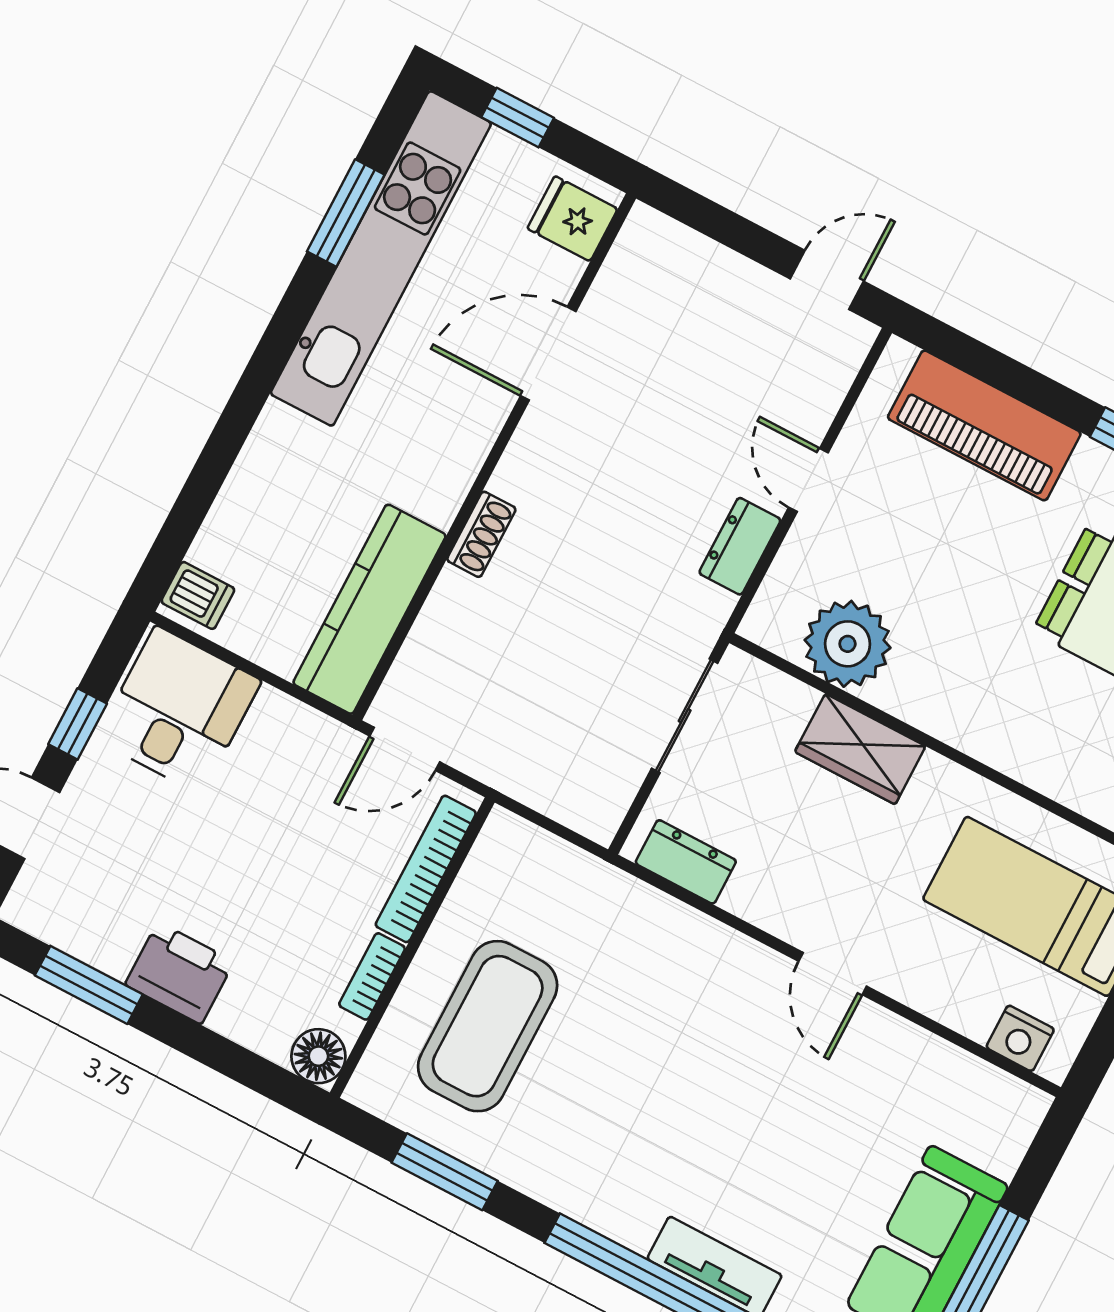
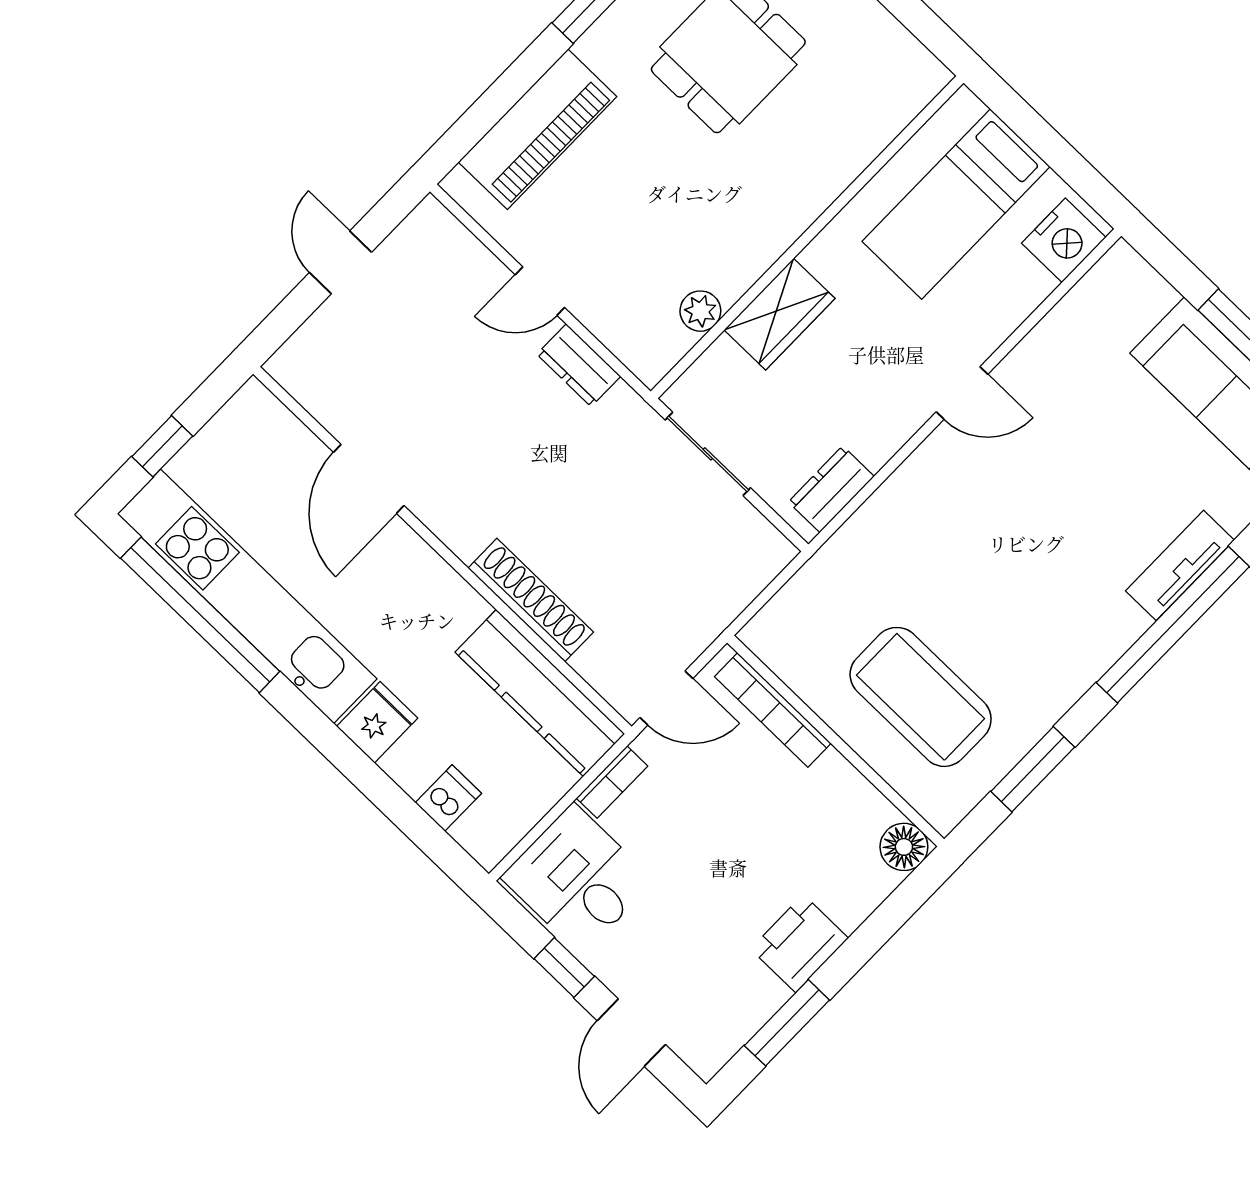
window: (346, 213) -> (200, 615), width x2.11
fridge: (572, 219) -> (377, 722), moved, turned 180
door: (827, 280) -> (341, 262), moved
shoe rack: (481, 534) -> (531, 600), width x1.94, depth x1.24
dishwasher: (198, 595) -> (448, 798), moved
plant: (848, 644) -> (700, 311), width x0.53, depth x0.53
door: (405, 749) -> (666, 698), hinge flipped
bookcase: (372, 976) -> (612, 782), moved, turned -90
nightstand: (1020, 1038) -> (1064, 240), width x1.36, depth x1.33

